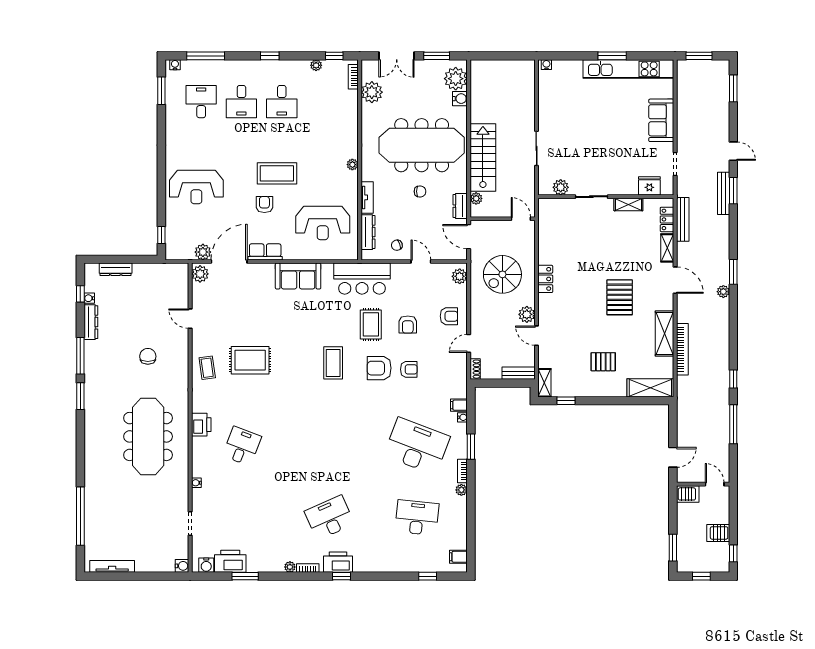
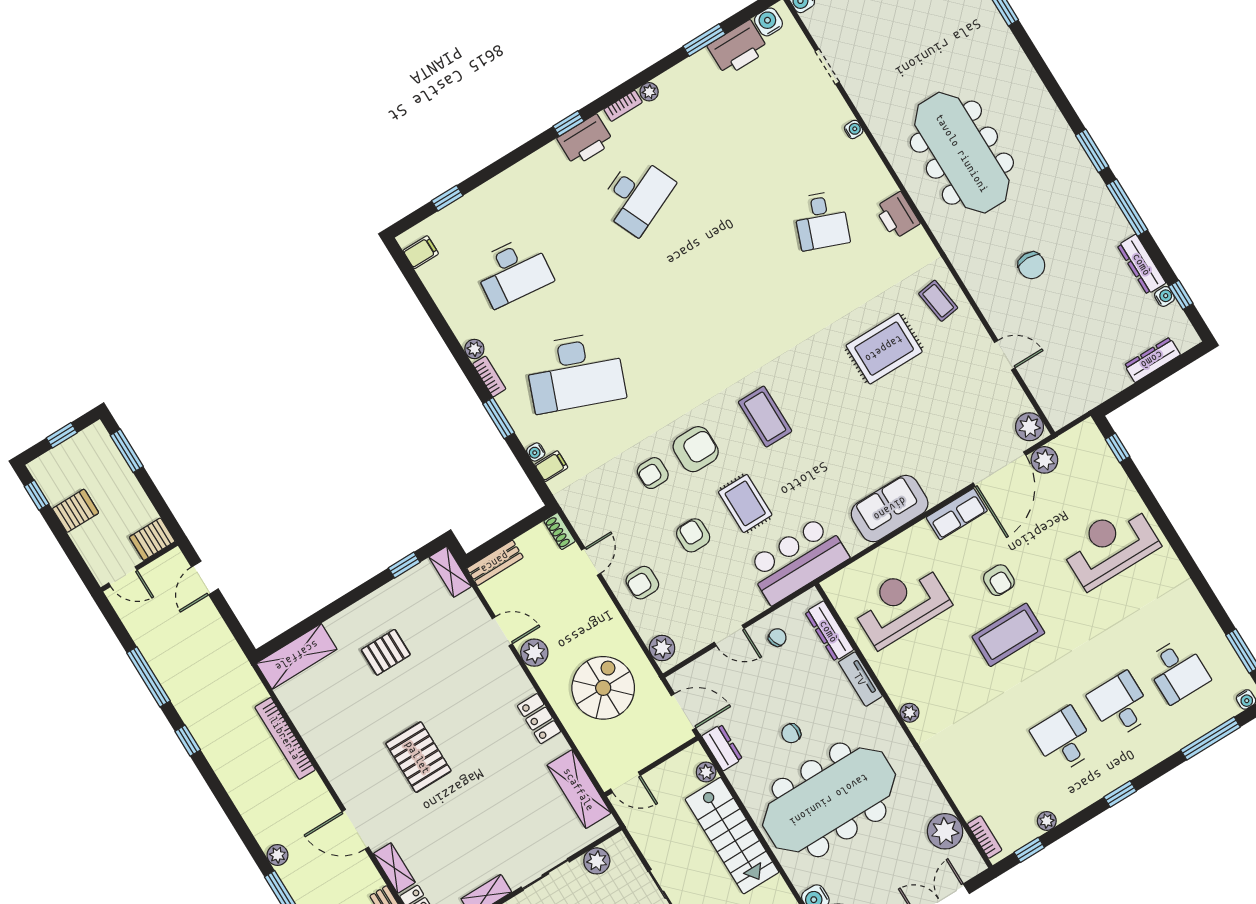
shelving: (665, 334) -> (579, 789), moved

